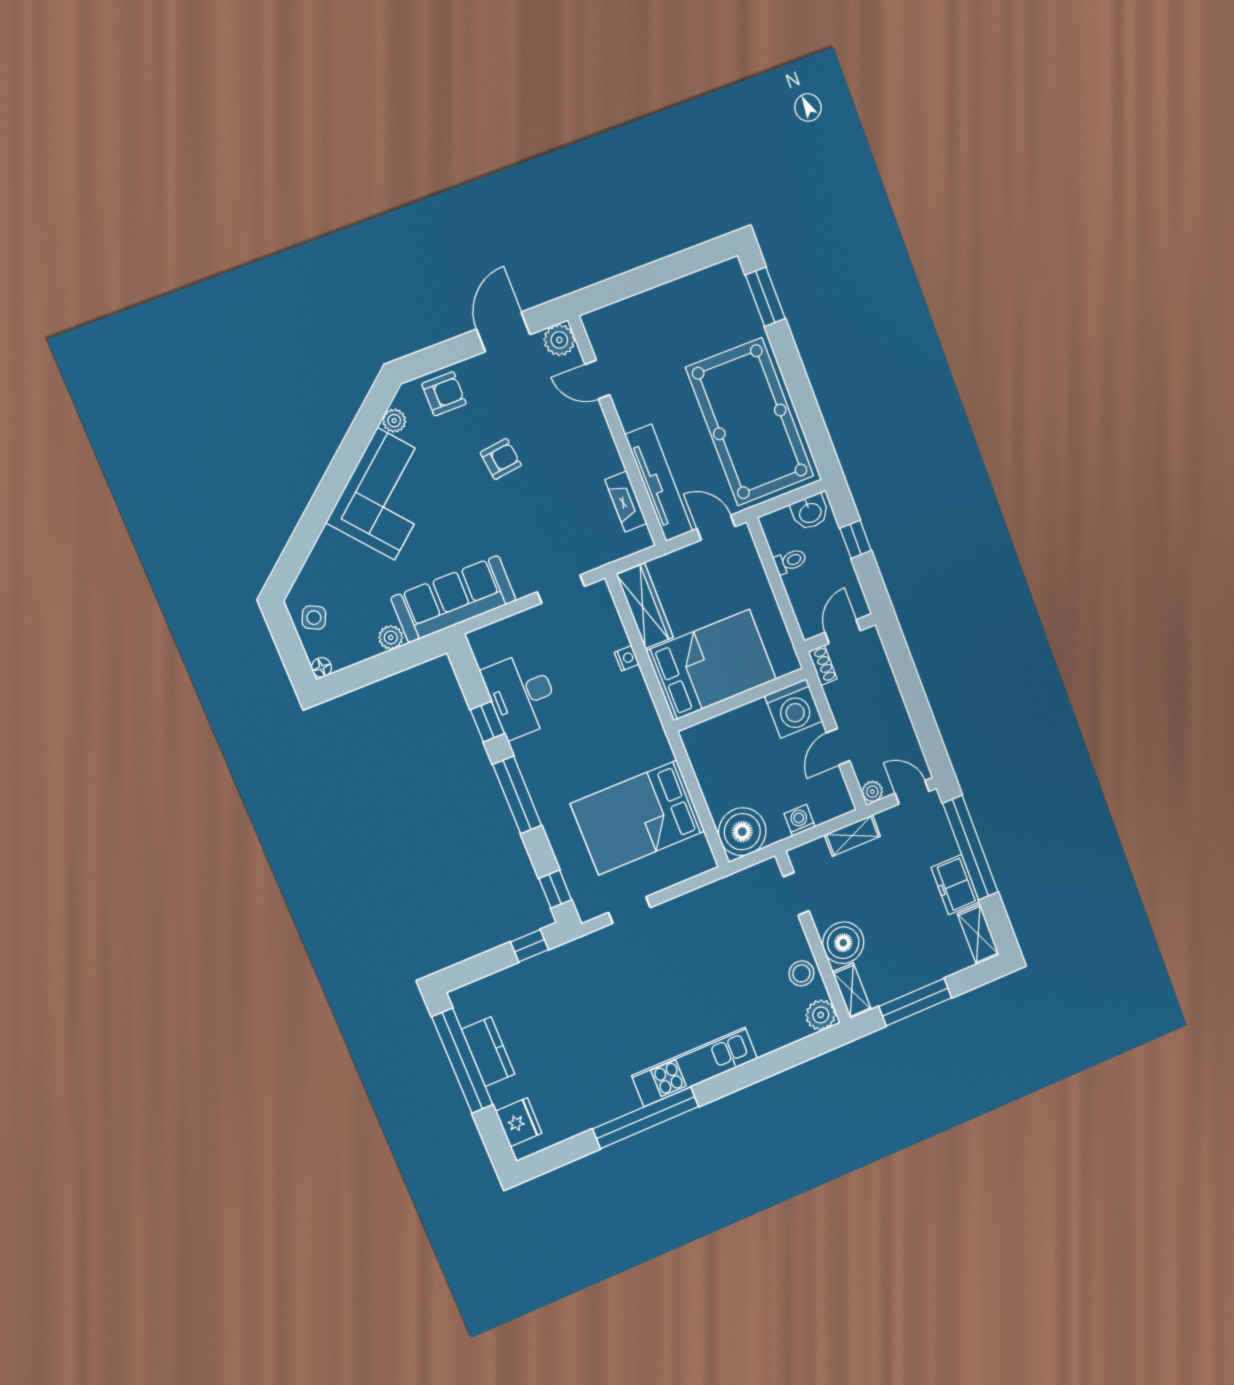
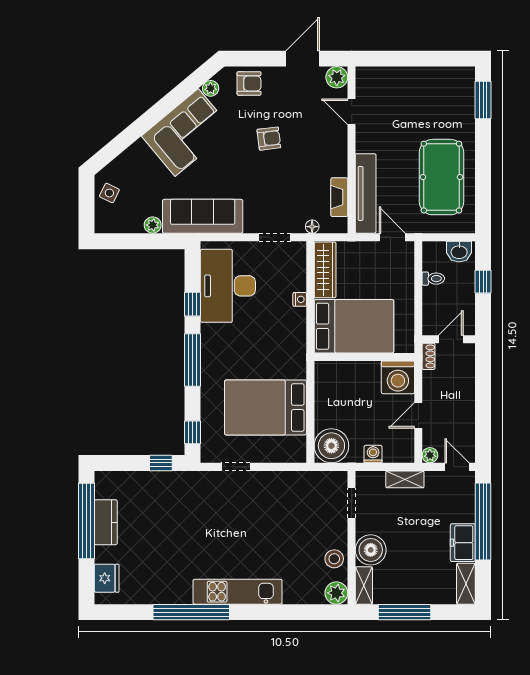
pool table: (750, 422) -> (441, 177), width x0.73, depth x0.76
floor lamp: (322, 667) -> (312, 227), moved
desk: (521, 695) -> (228, 286), width x1.36, depth x1.30

